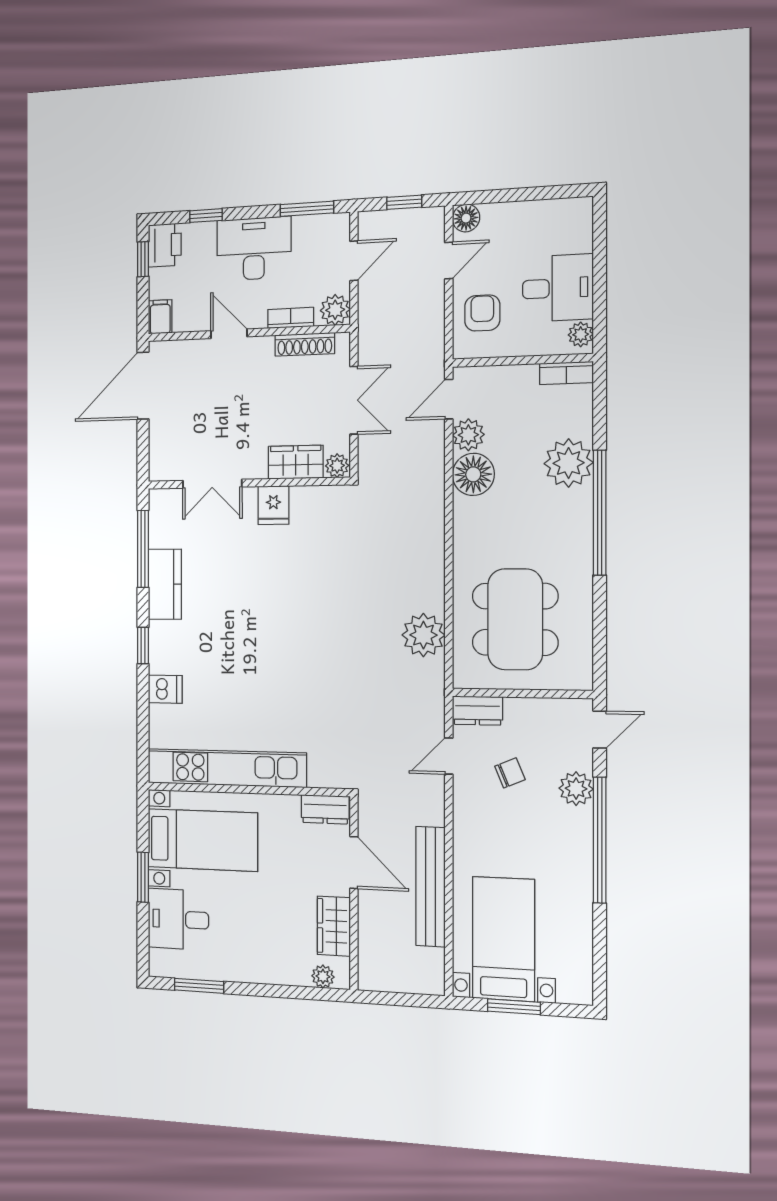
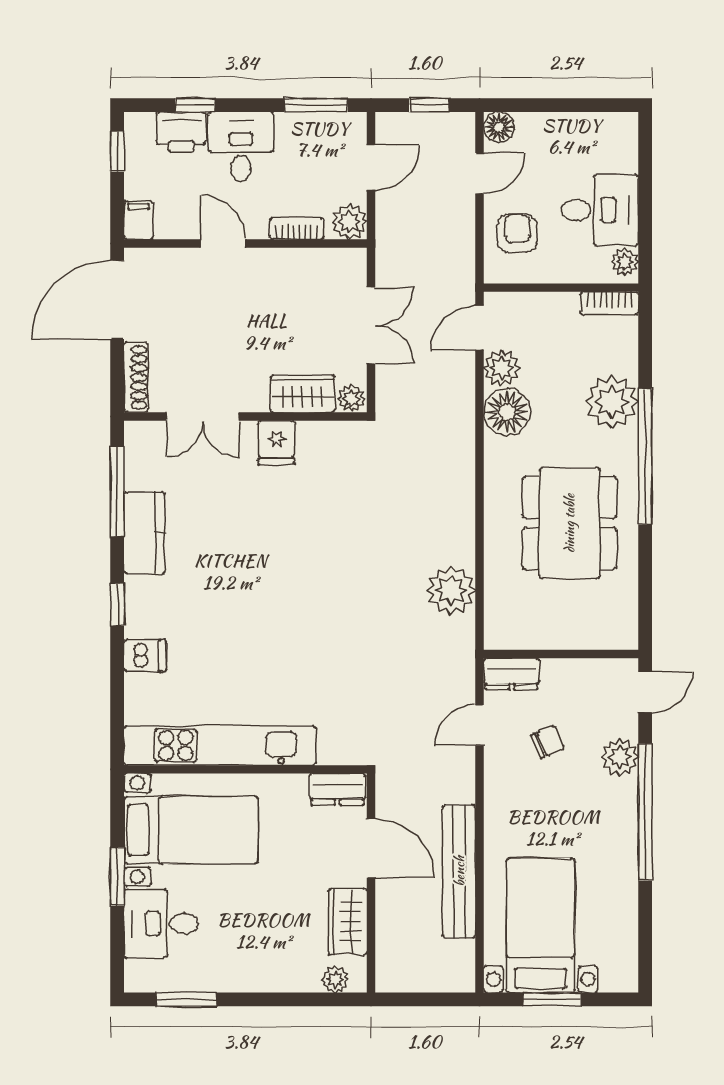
printer: (165, 245) -> (181, 132), moved, turned 90
desk: (254, 249) -> (241, 147), width x0.73
shoe rack: (305, 344) -> (136, 377), moved, turned -90
dining table: (515, 619) -> (569, 523), moved

